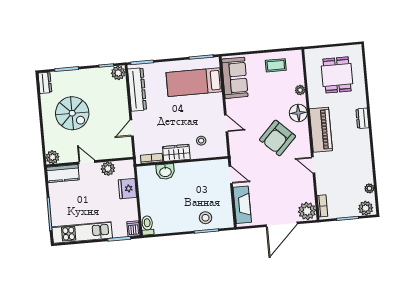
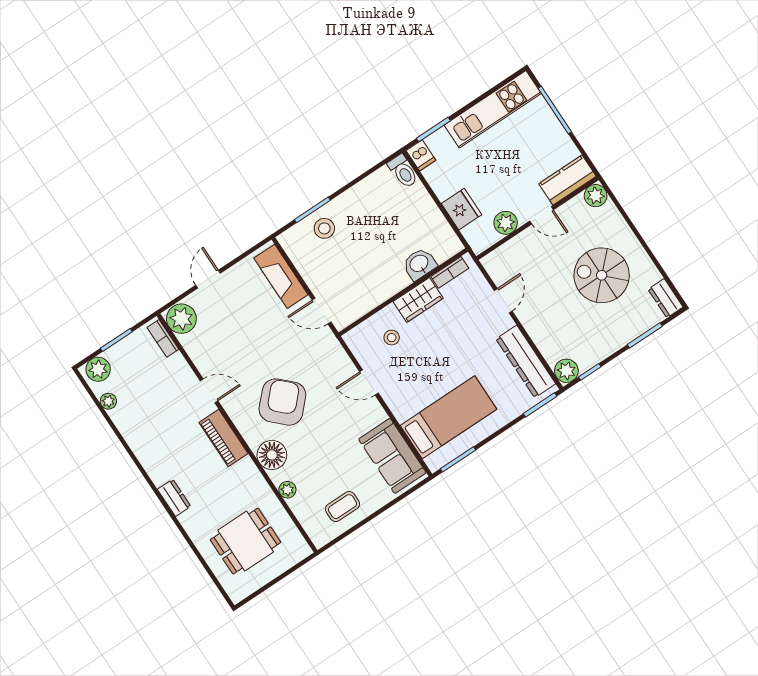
dining table: (337, 75) -> (246, 541), turned 90
piano: (321, 130) -> (224, 438), width x0.73, depth x0.75
door: (282, 224) -> (208, 279), width x0.53

